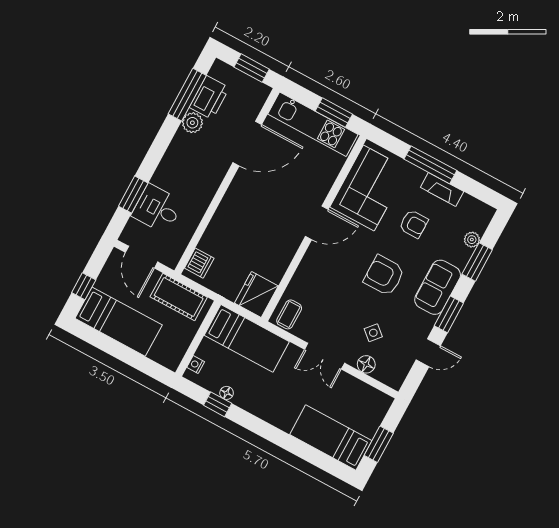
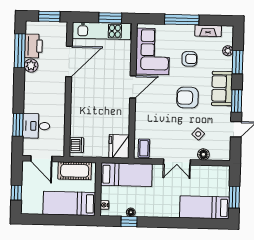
fireplace: (442, 189) -> (208, 31), moved
bed: (119, 322) -> (69, 203), moved, turned 180

